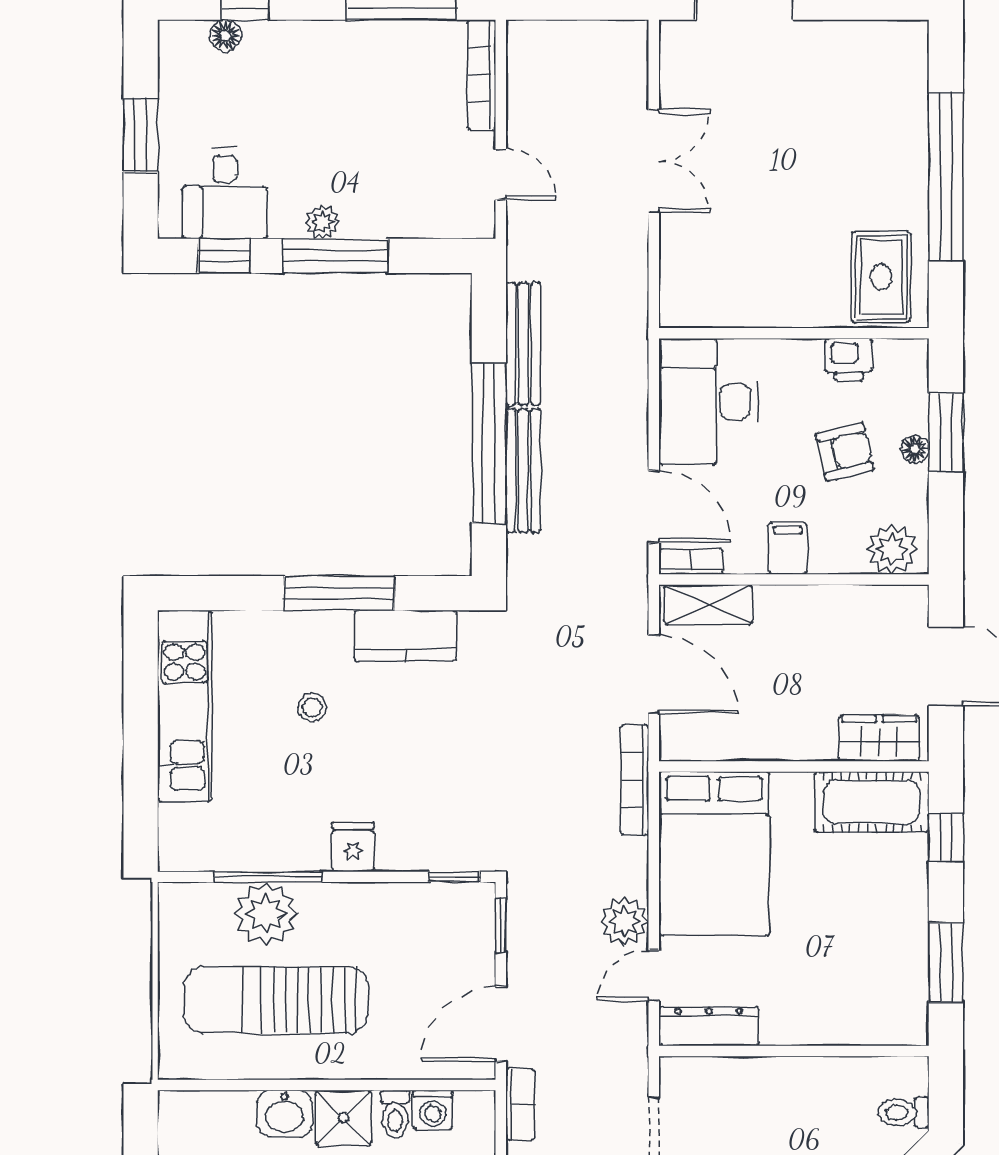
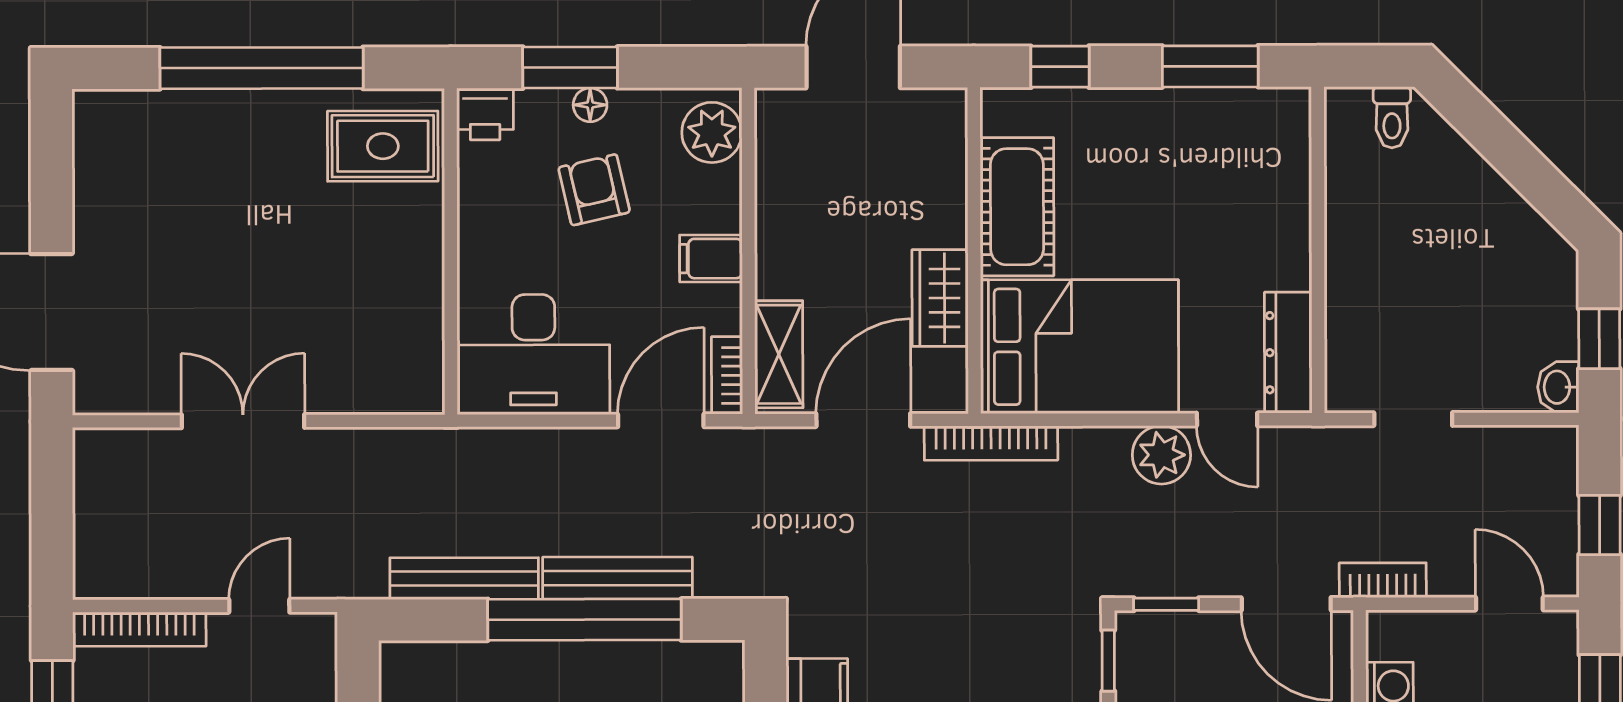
printer: (849, 360) -> (485, 114), moved, turned 90
wardrobe: (879, 738) -> (940, 298), moved
cot: (872, 802) -> (1017, 207), moved

